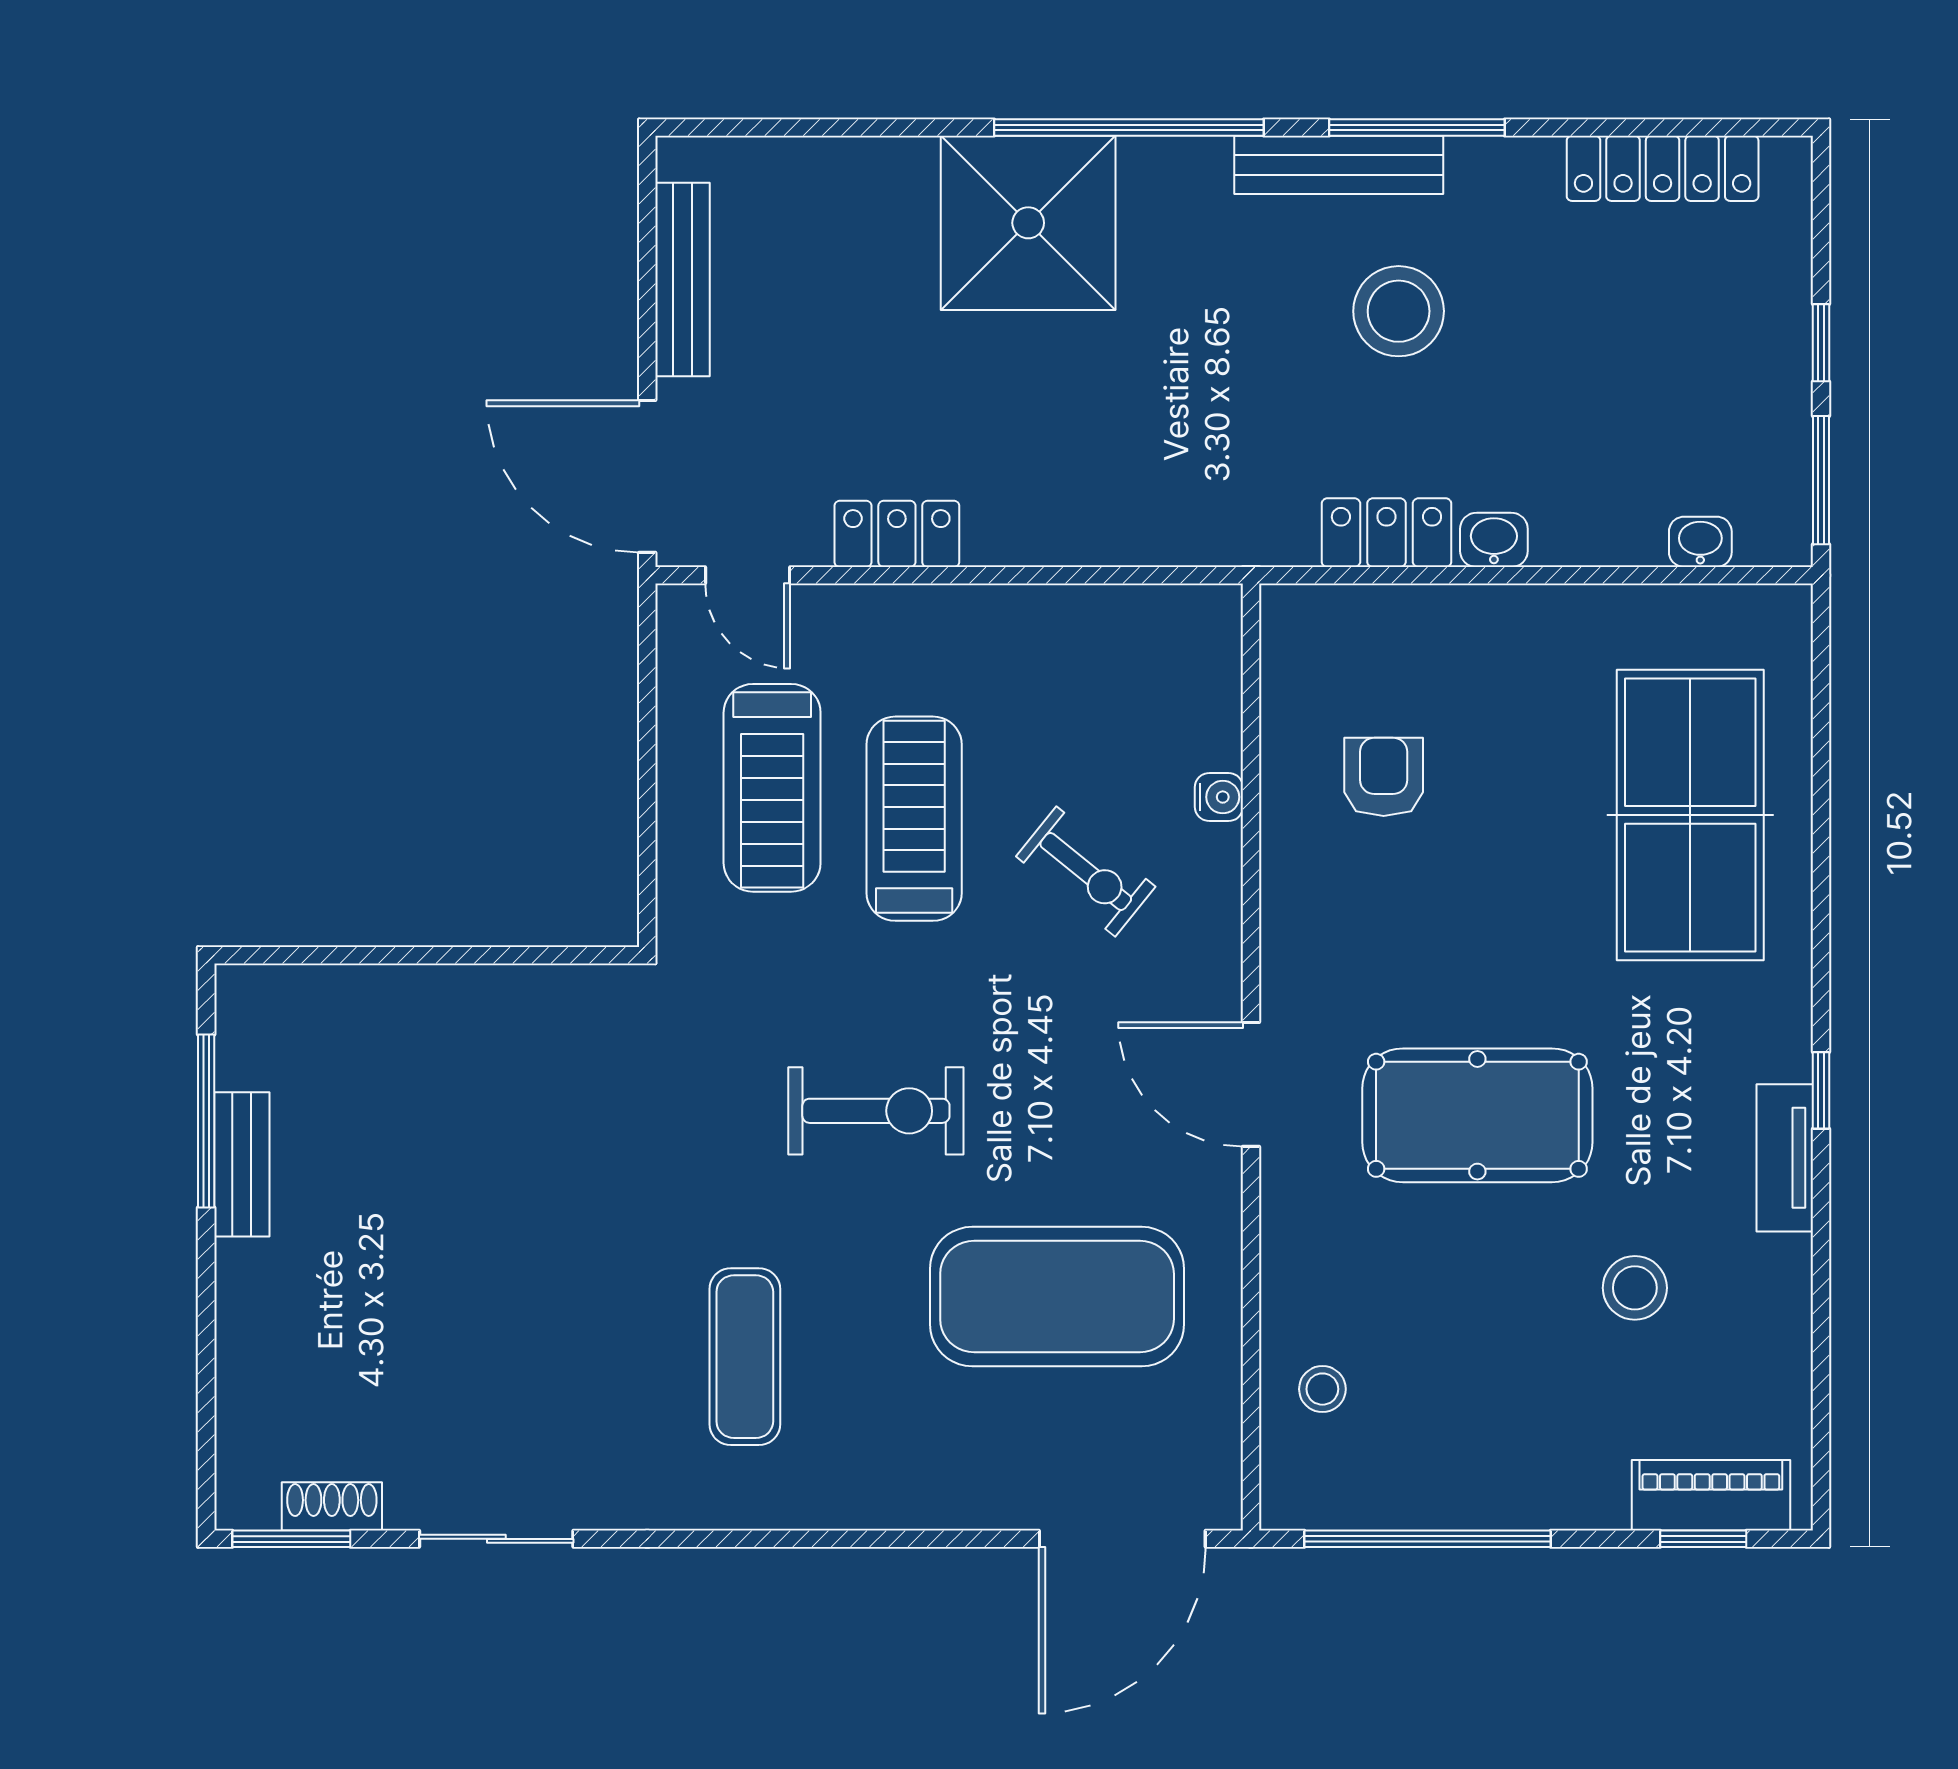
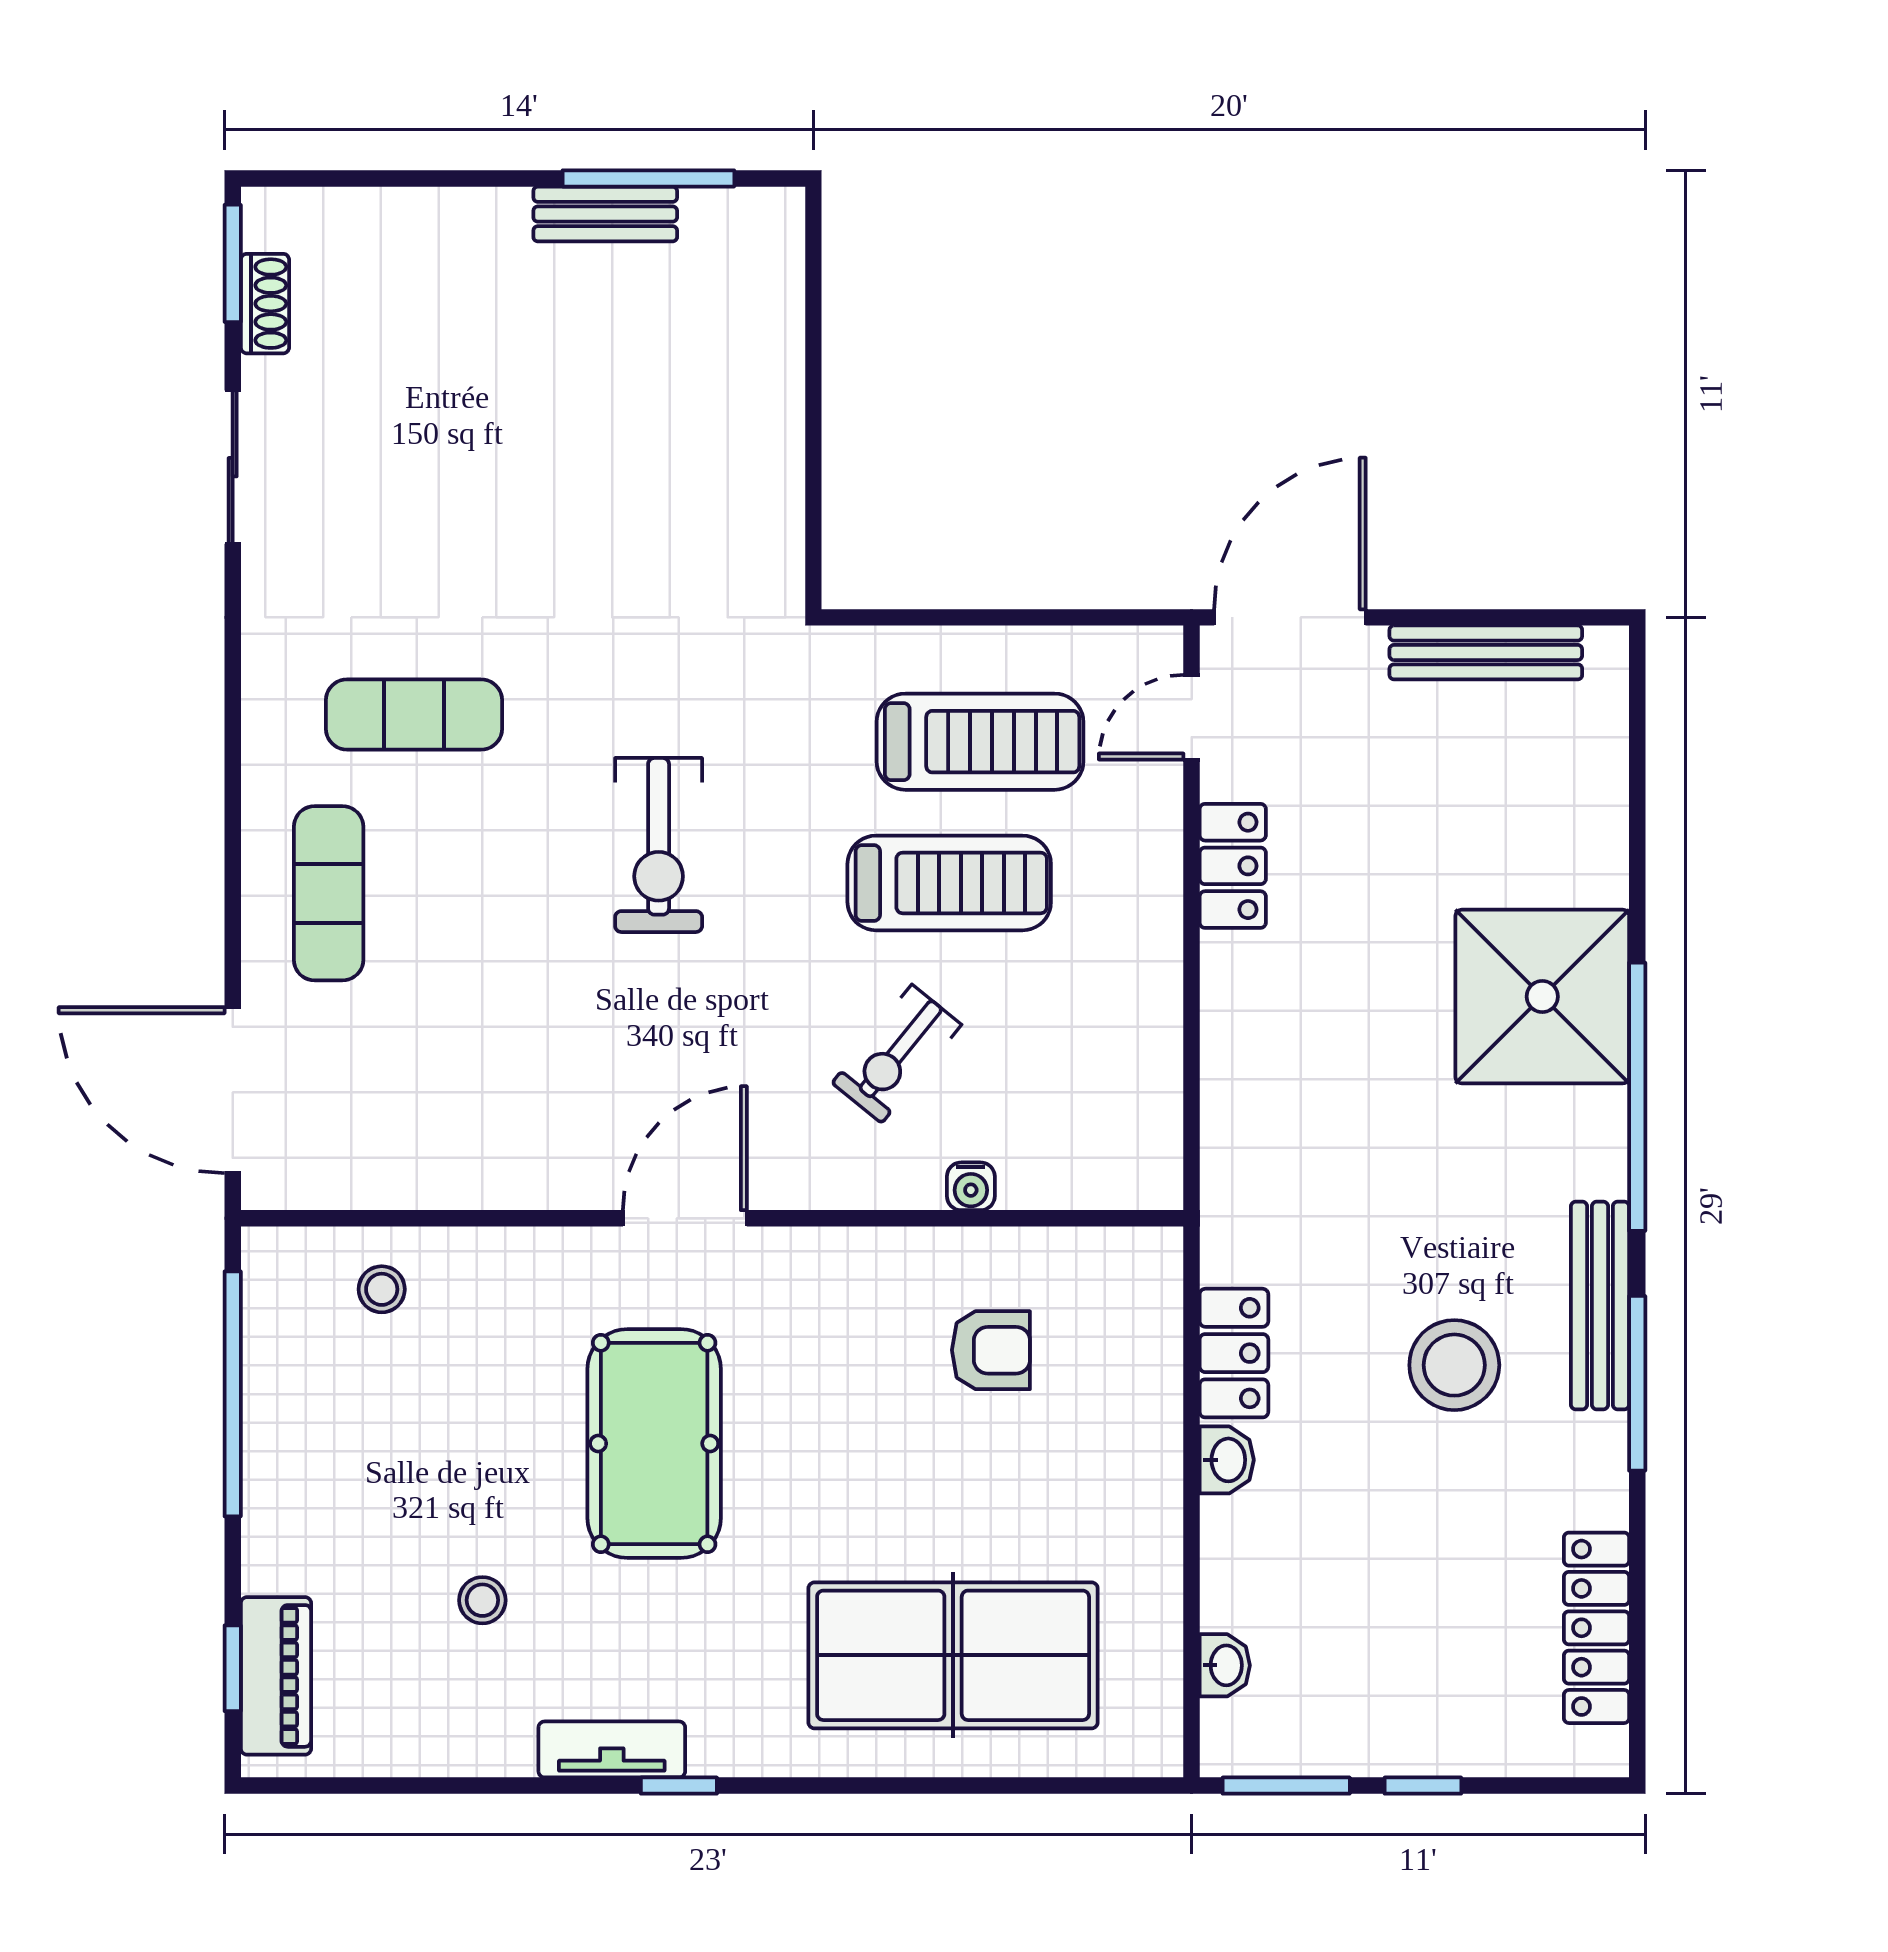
treadmill: (772, 788) -> (980, 742), turned 180
stool: (1635, 1288) -> (482, 1600), width x0.73, depth x0.73
exercise mat: (1057, 1297) -> (329, 893), moved, width x0.50, depth x0.69

